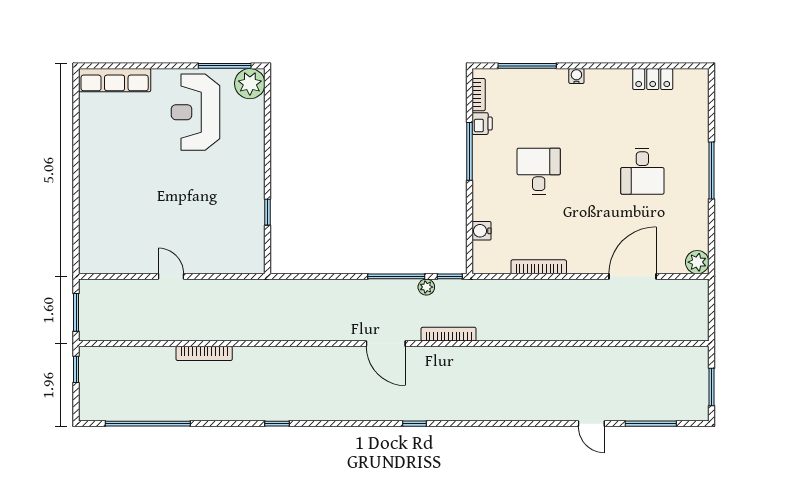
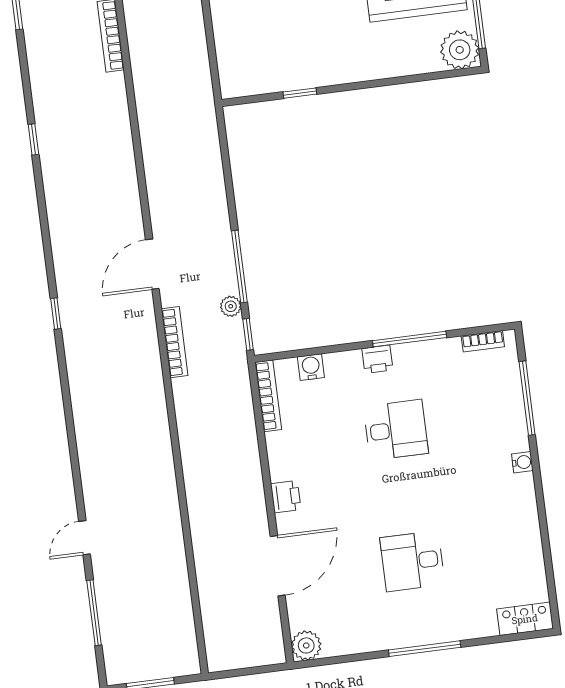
locker: (653, 79) -> (525, 619), moved, turned 90
printer: (482, 124) -> (377, 359), moved
printer: (580, 263) -> (286, 497), added
bookcase: (539, 267) -> (268, 396), moved
door: (633, 276) -> (278, 566), hinge flipped

